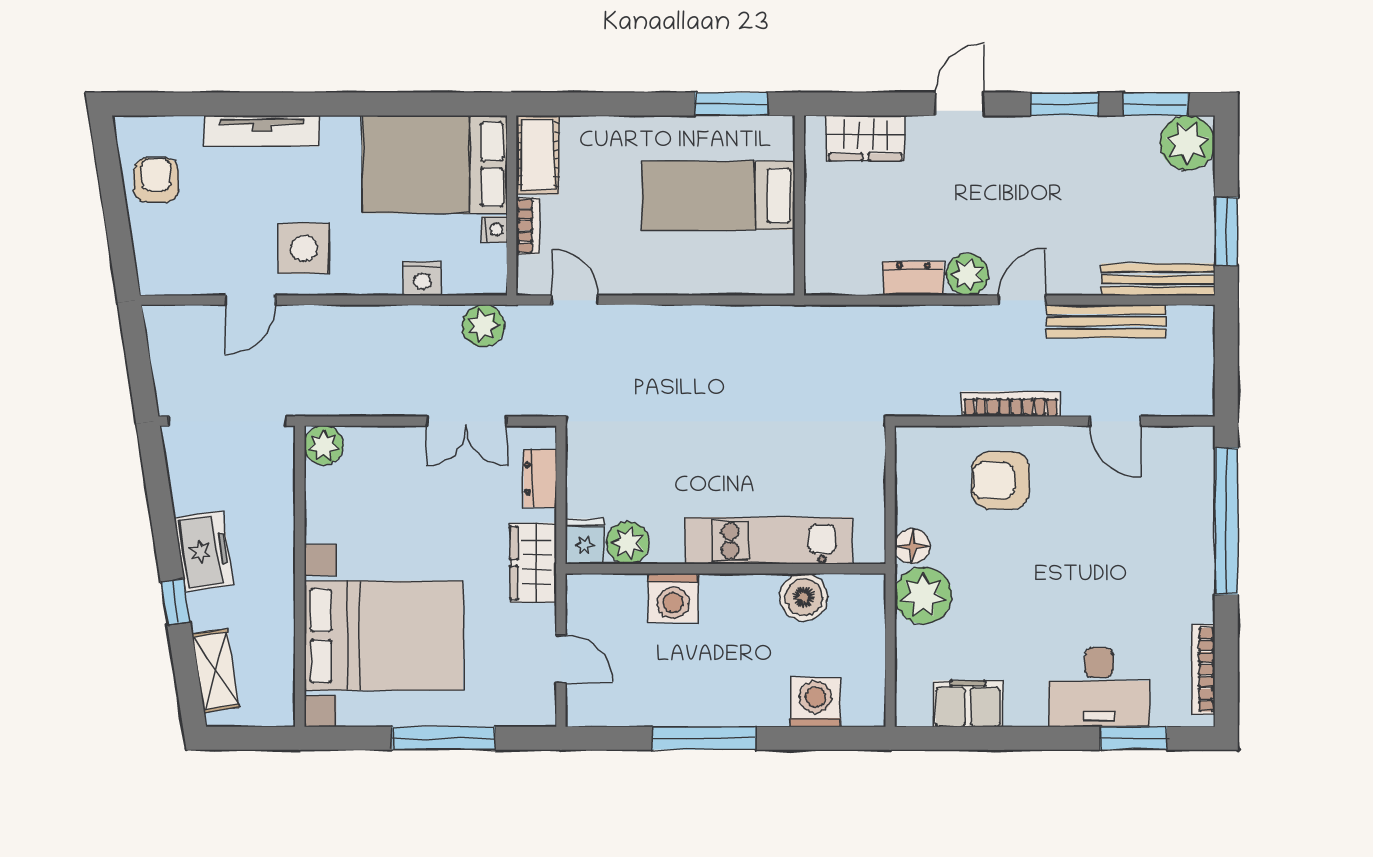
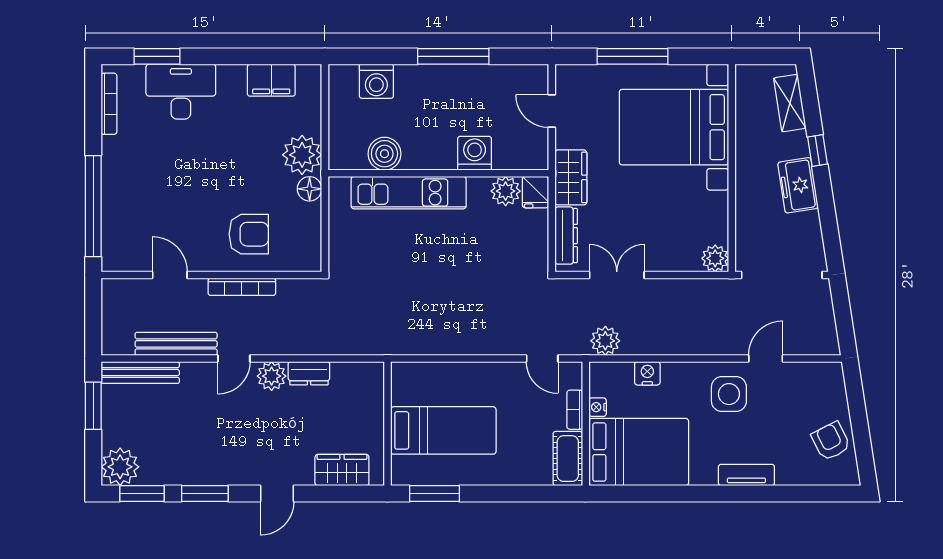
tv unit: (262, 131) -> (746, 475), width x0.71
armchair: (156, 180) -> (831, 441), turned 153
dresser: (540, 478) -> (566, 236), width x1.44

